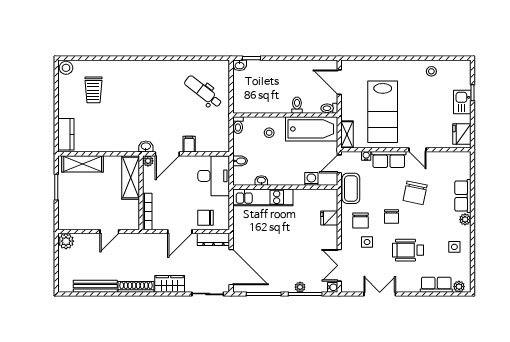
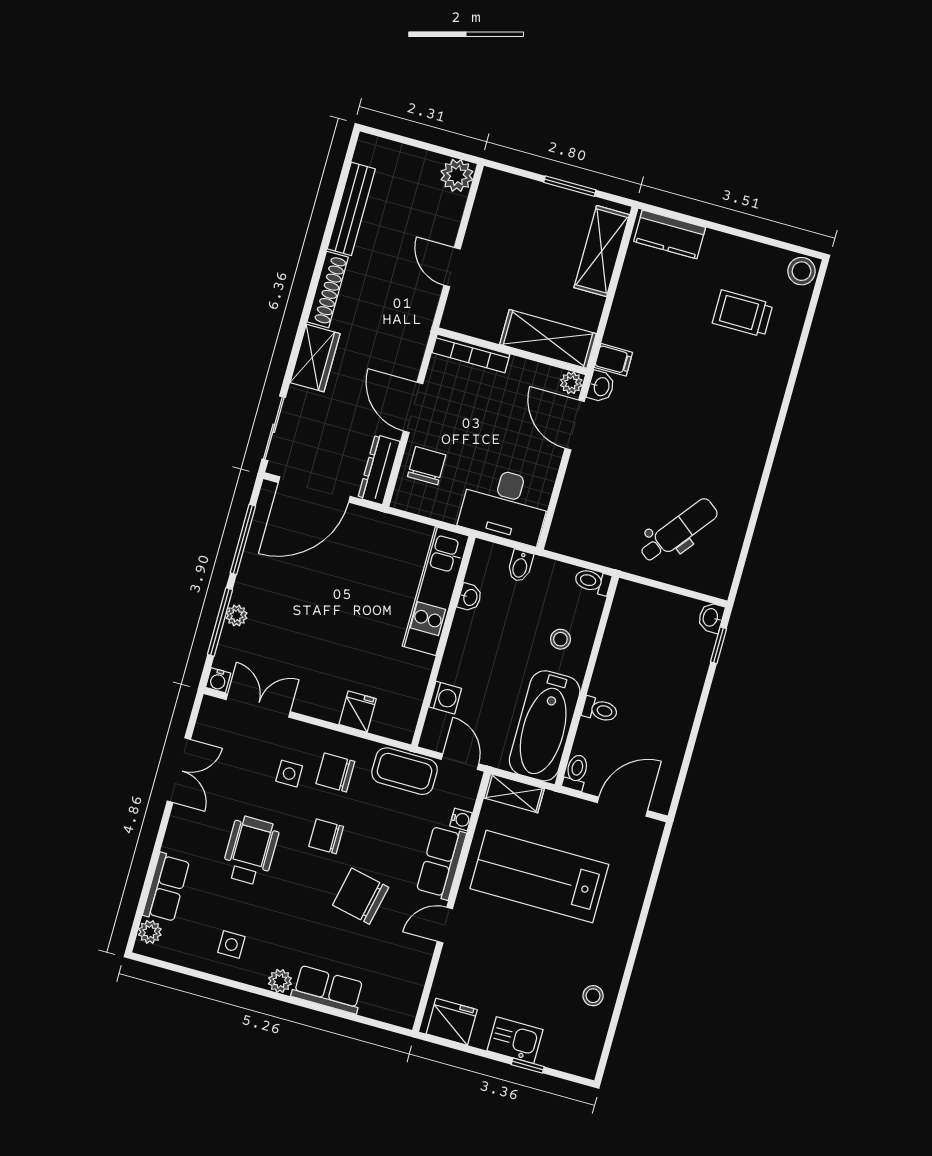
filing cabinet: (189, 144) -> (613, 360), moved

